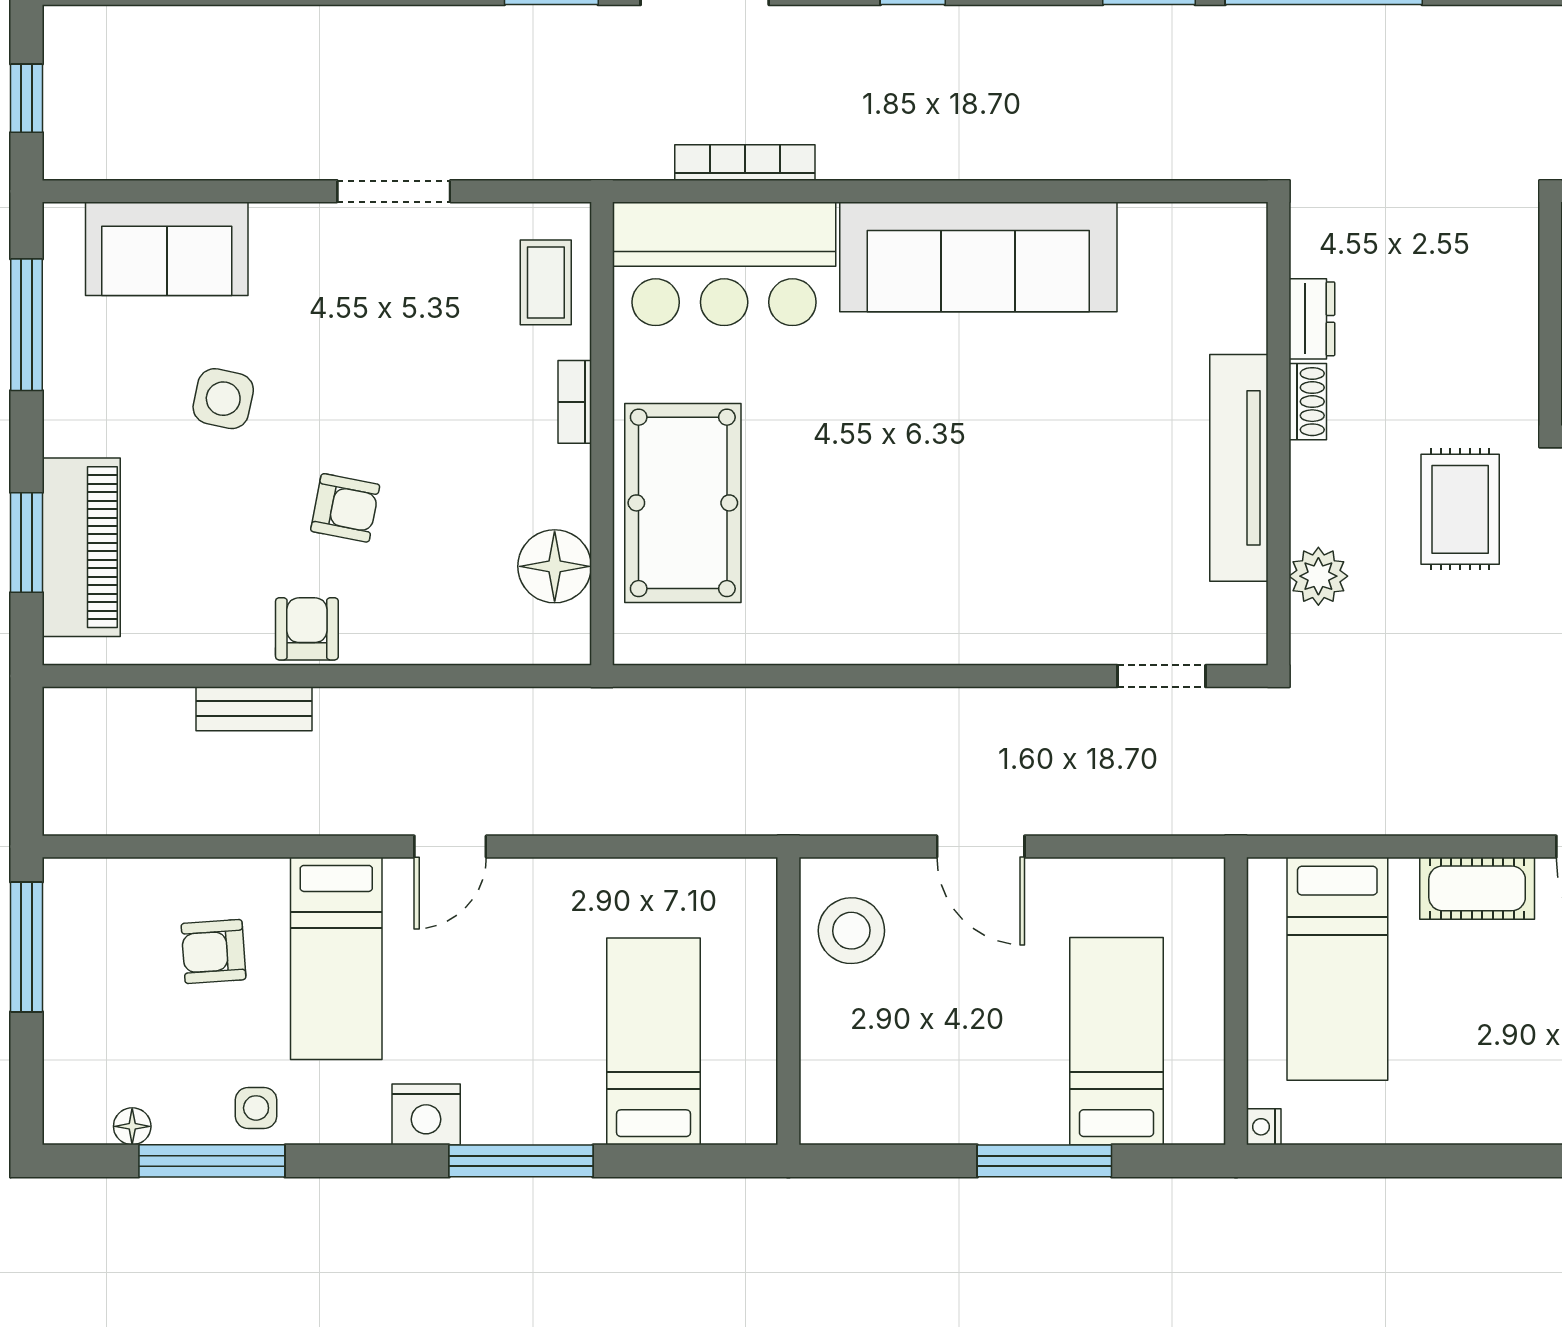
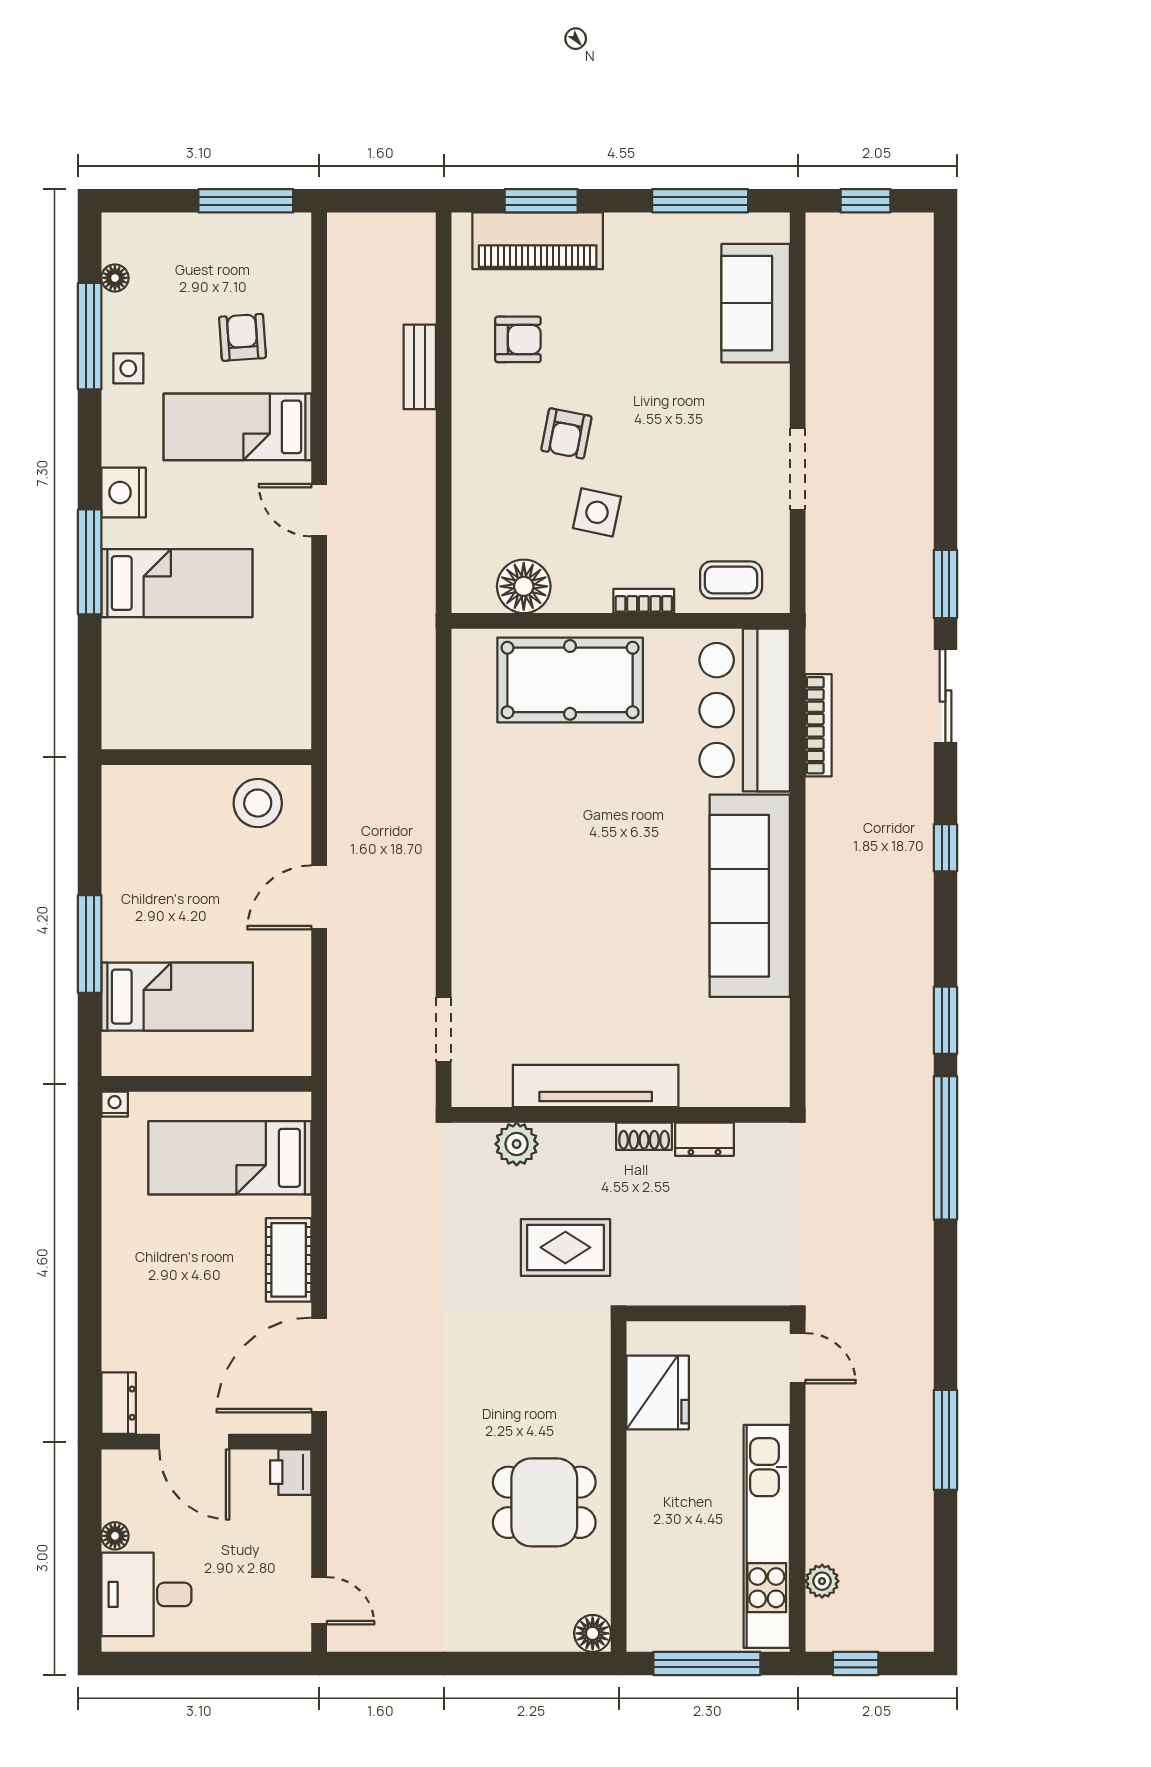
side table: (223, 399) -> (597, 512), moved
armchair: (307, 629) -> (518, 339), moved
bed: (654, 1041) -> (177, 583), moved

